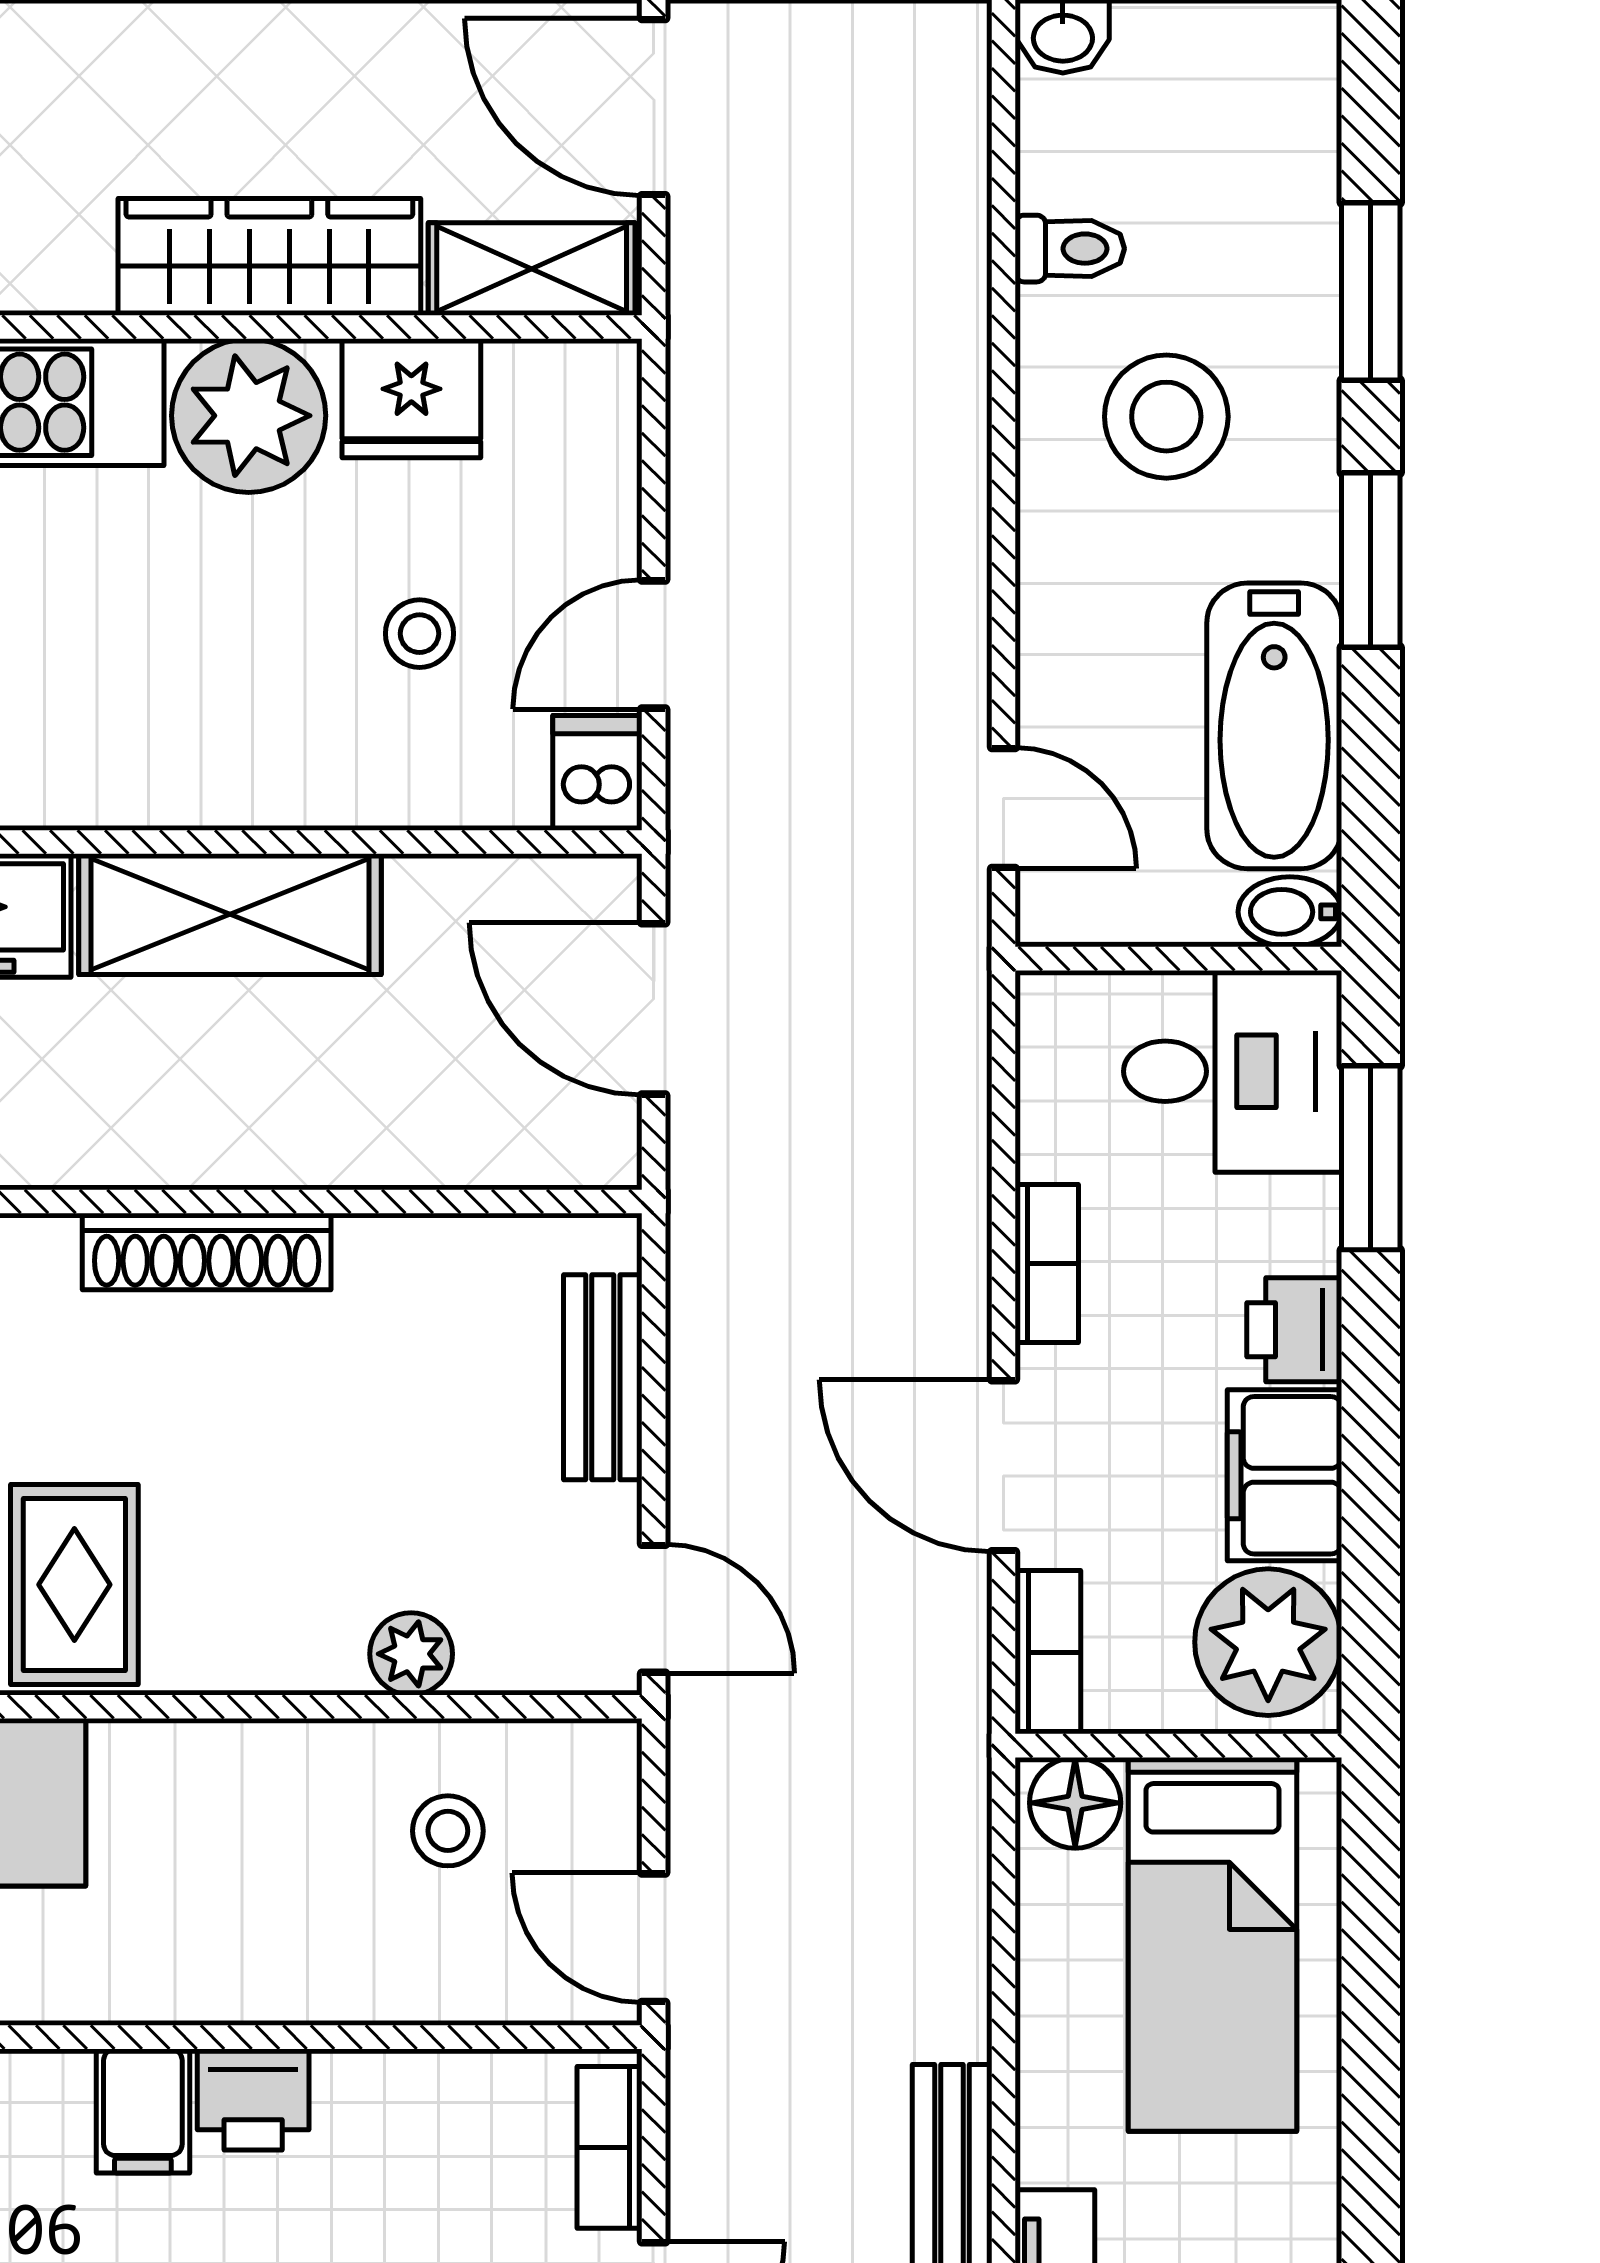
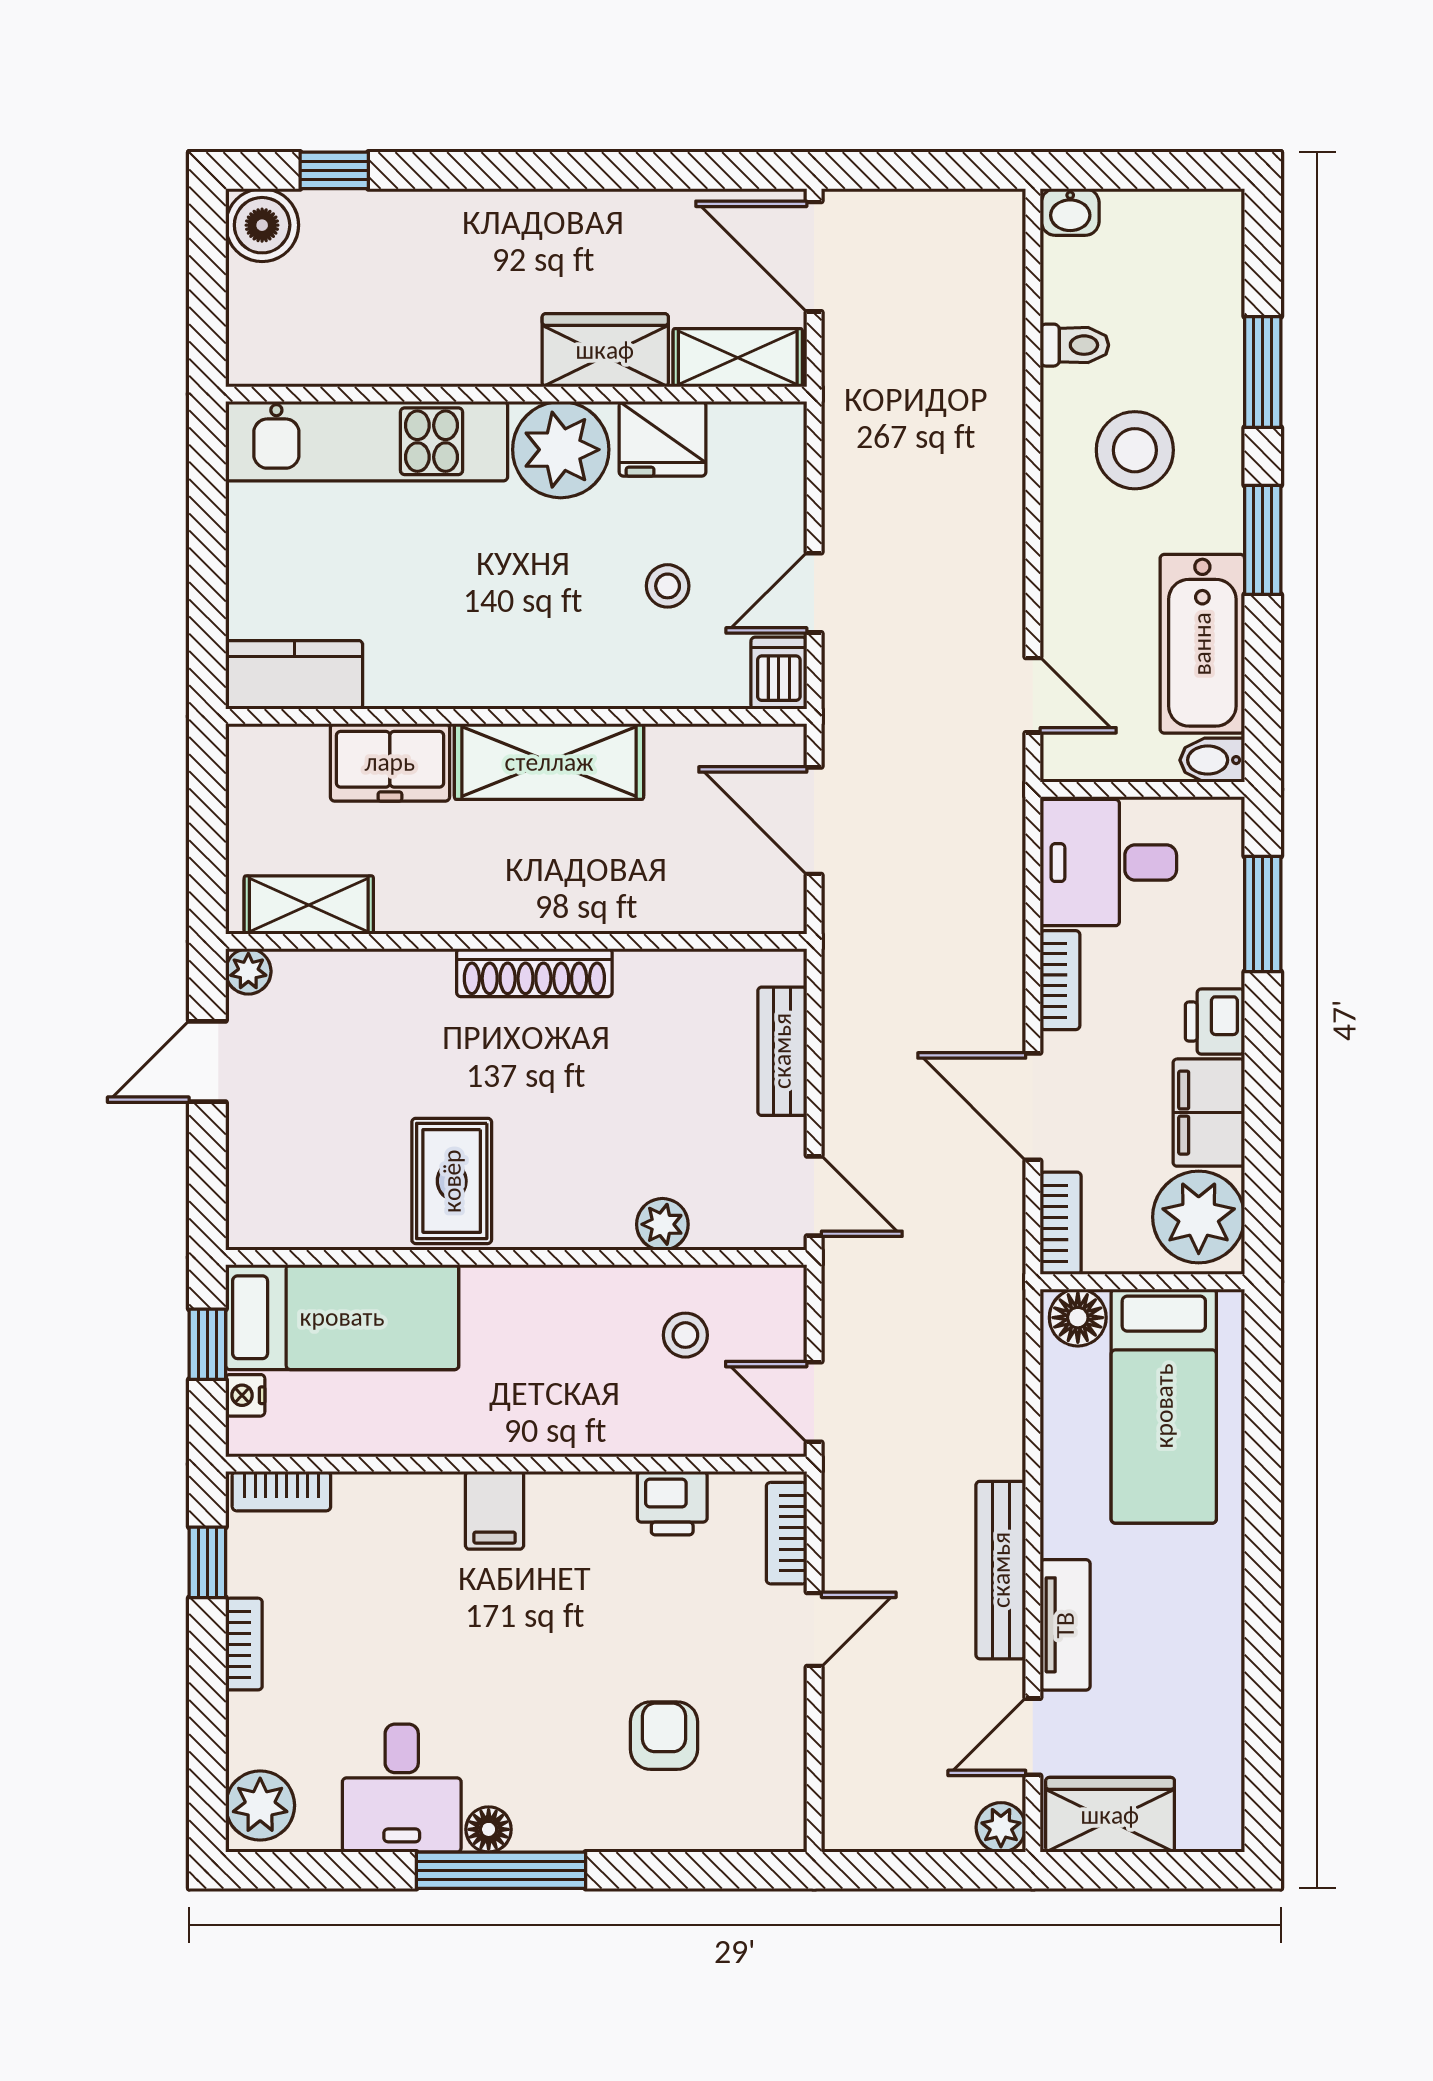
wardrobe: (269, 257) -> (605, 350), width x0.67
desk: (1233, 1071) -> (1108, 863), moved, turned 180
printer: (253, 2099) -> (672, 1503), moved

